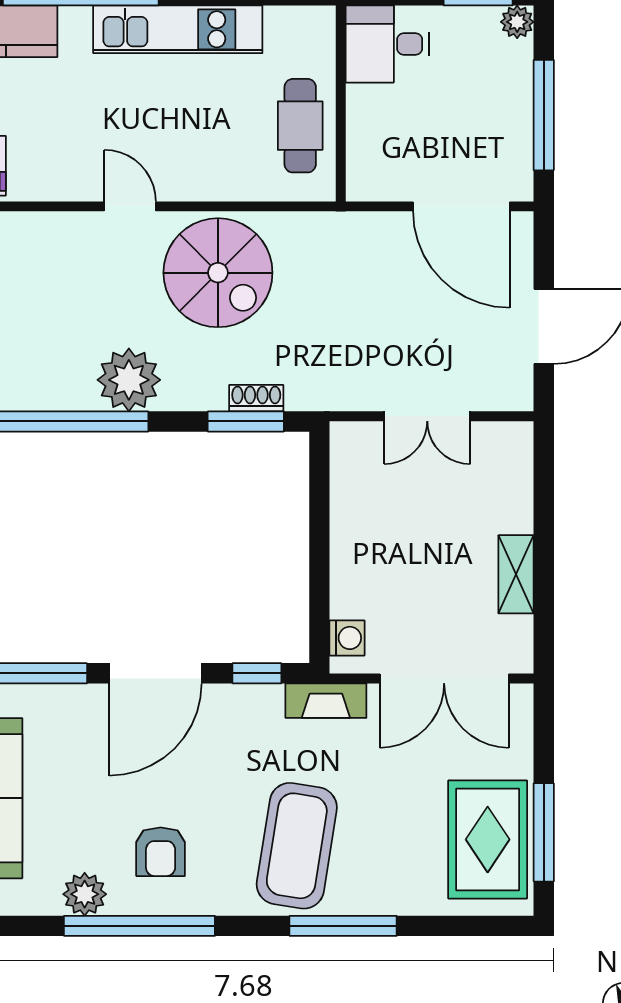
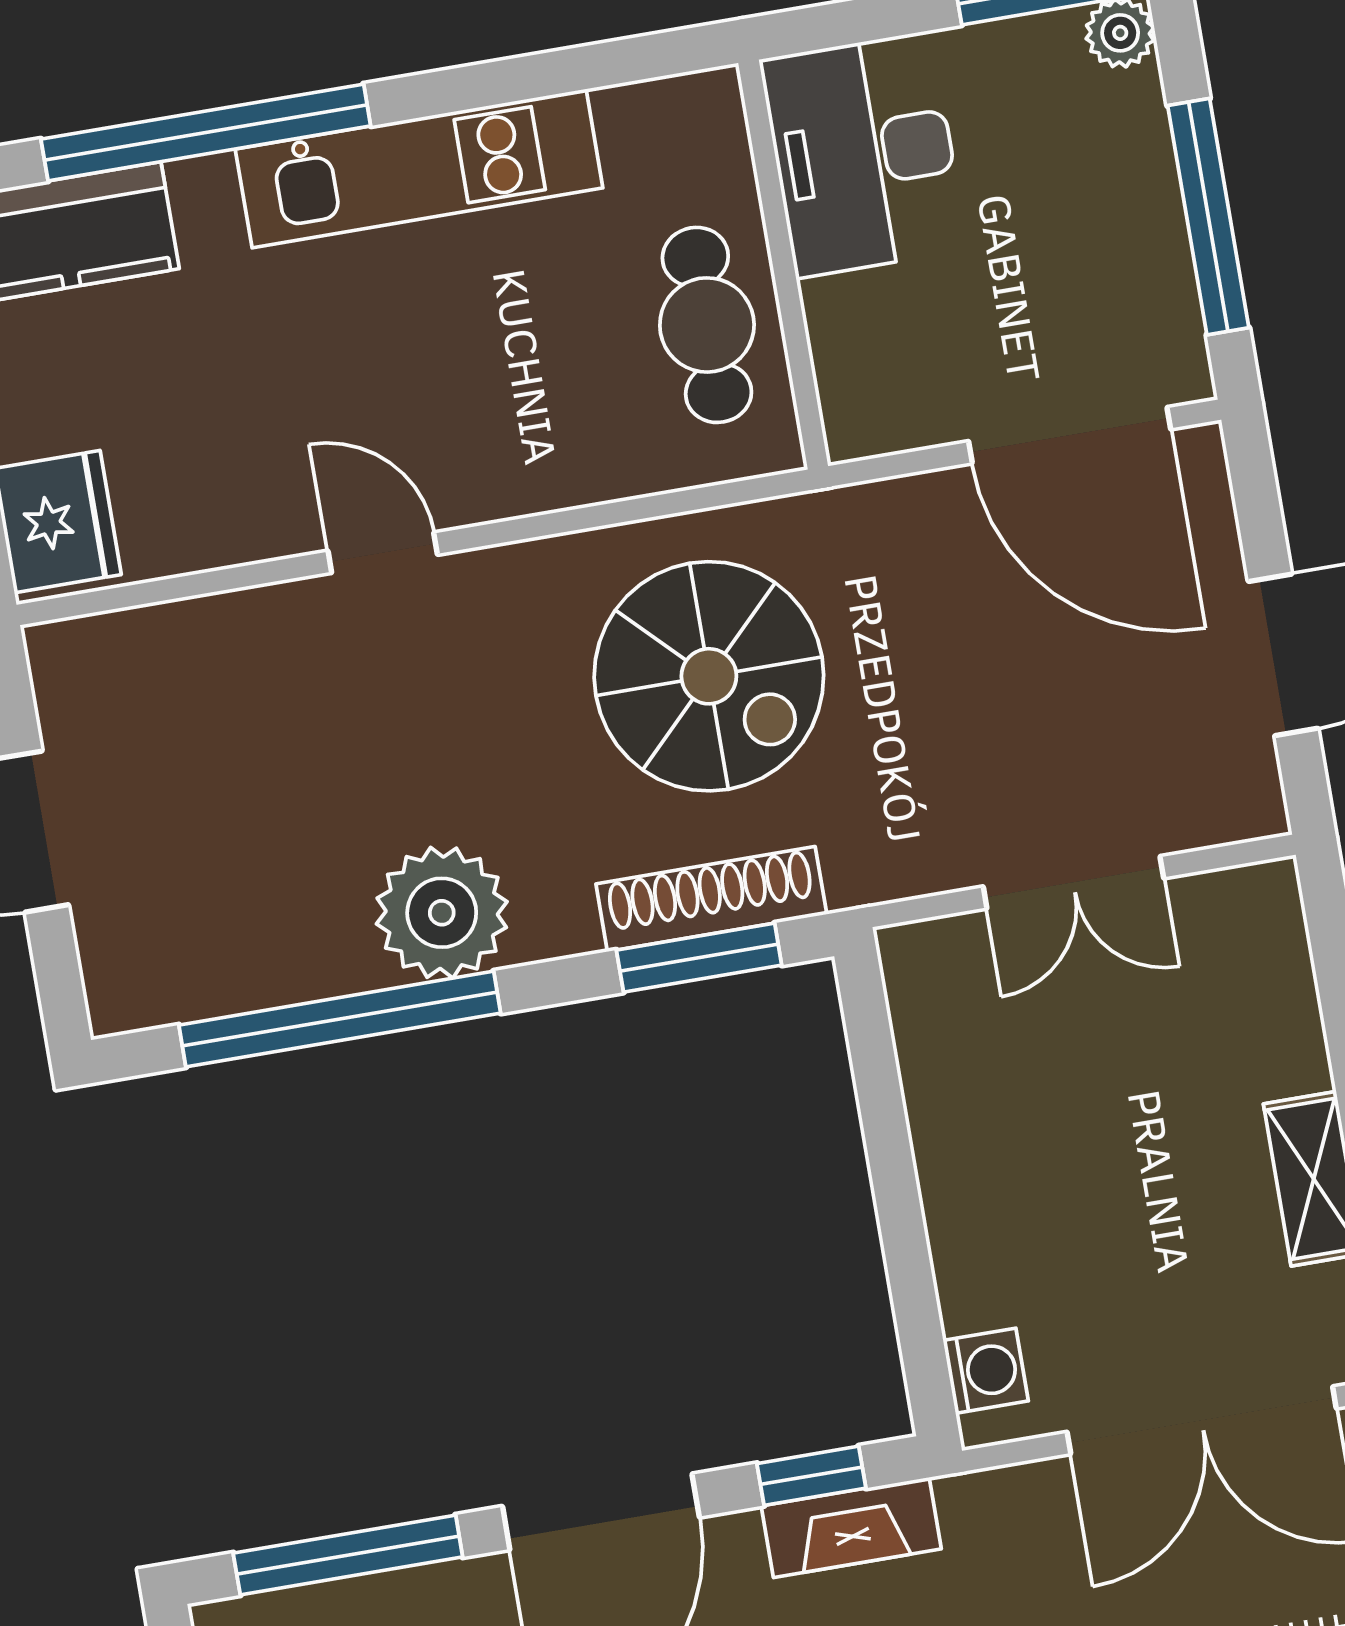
desk: (387, 44) -> (864, 155), width x1.37
spiral stairs: (218, 273) -> (709, 676), moved
shoe rack: (256, 398) -> (711, 899), width x1.94, depth x1.24
fireplace: (326, 701) -> (851, 1527), moved

